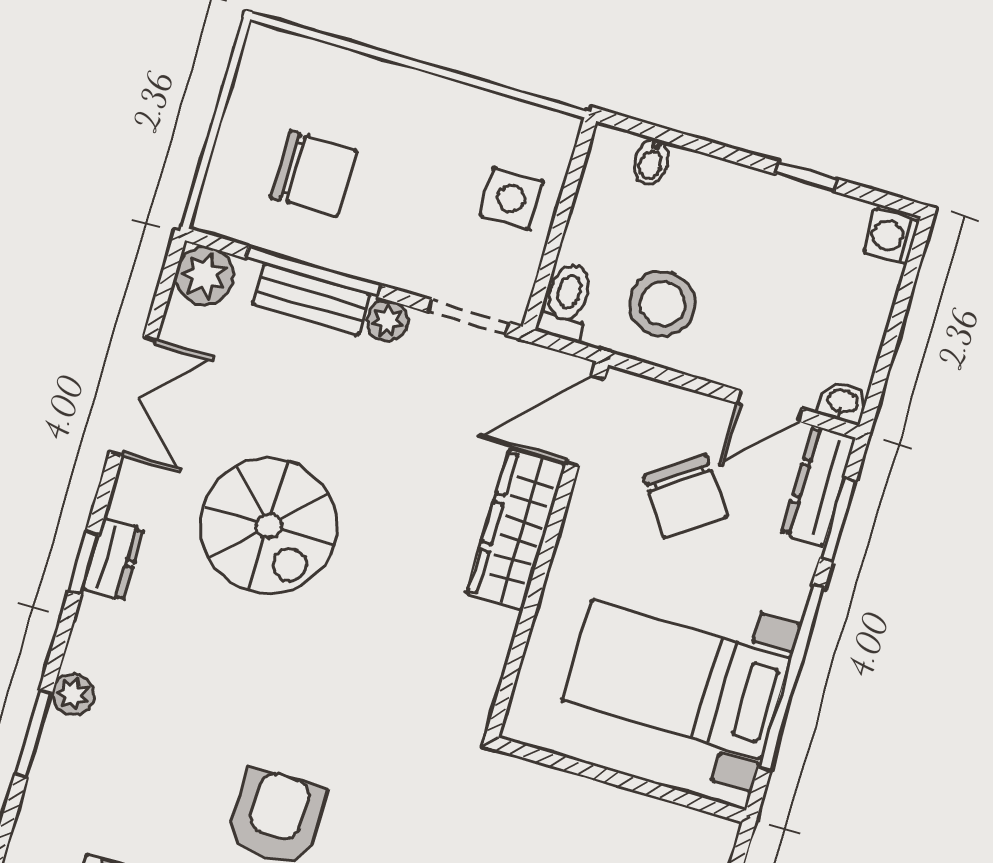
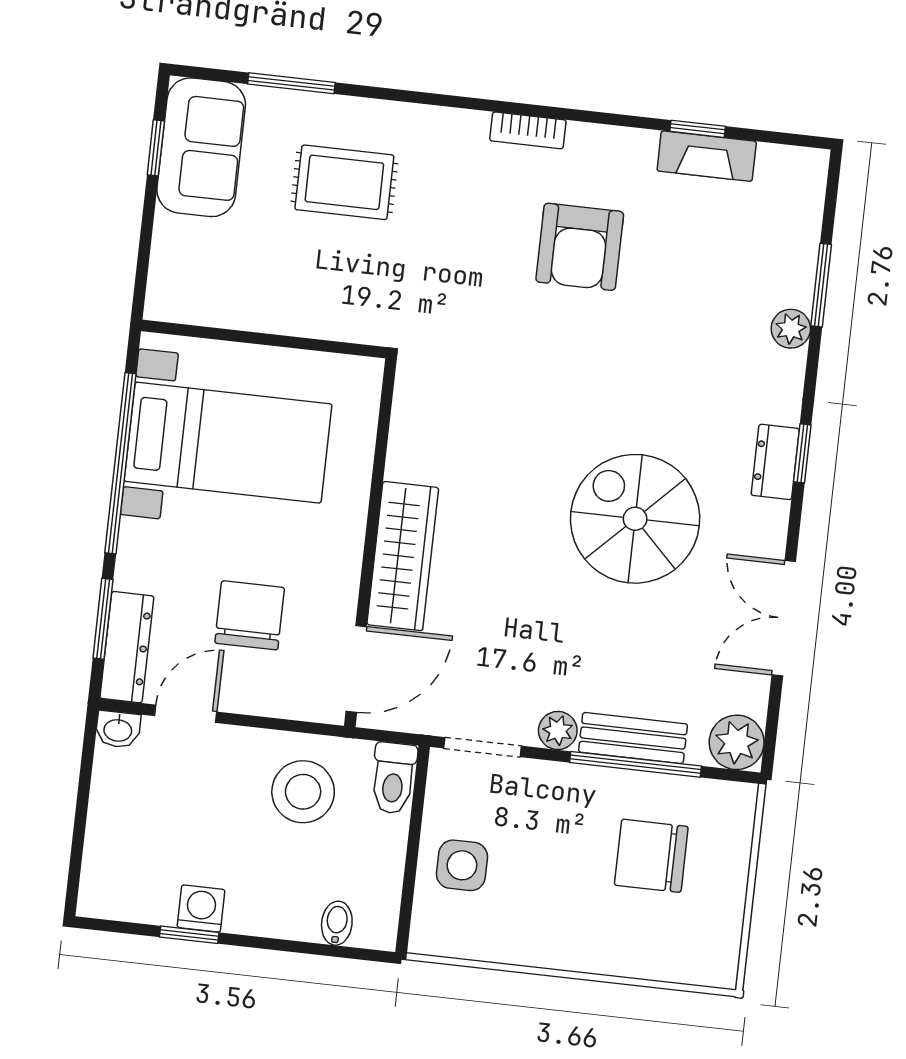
washing machine: (891, 236) -> (201, 909), moved, turned -90
chair: (686, 496) -> (250, 615), turned 35

